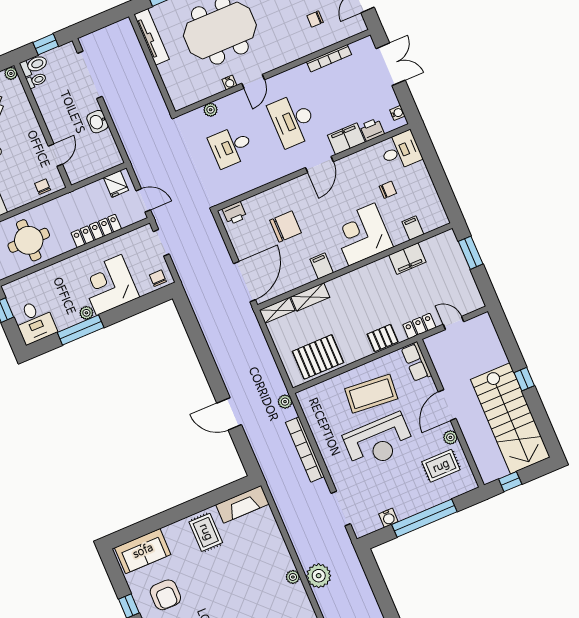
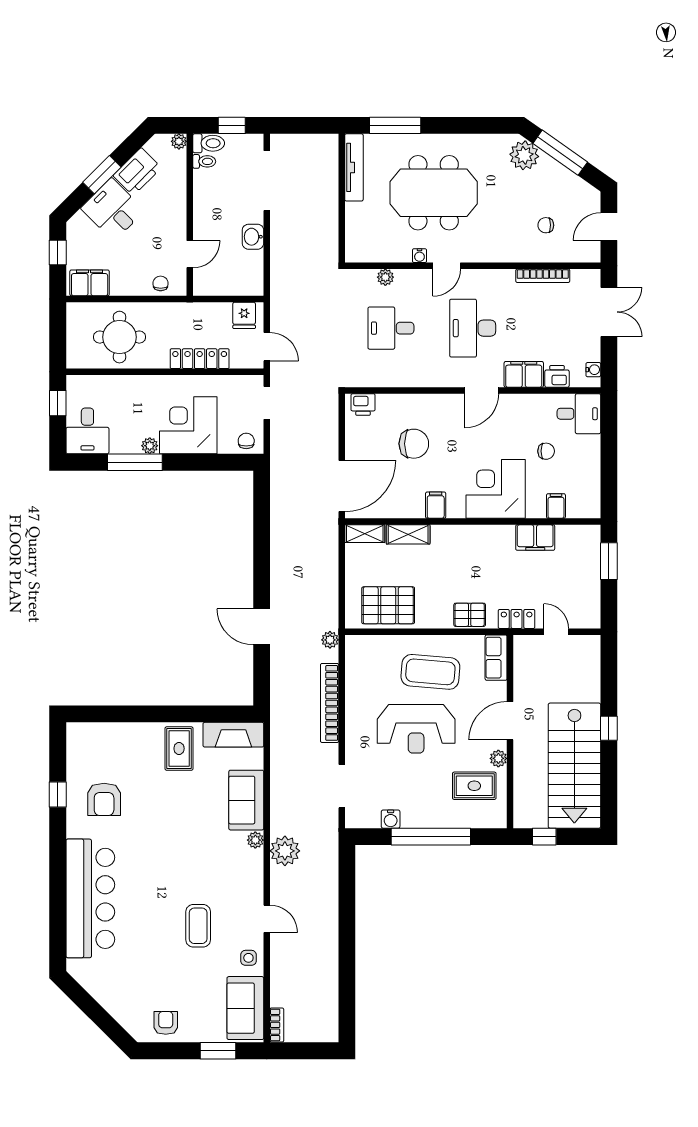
sofa: (143, 551) -> (246, 800), moved, turned 90

